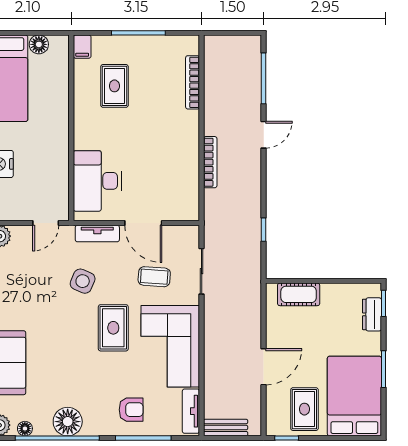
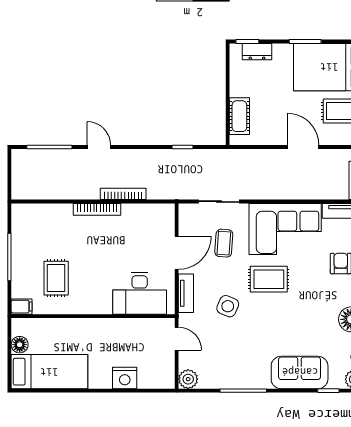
bookcase: (193, 82) -> (97, 209), moved
rug: (114, 86) -> (56, 278), turned 90

